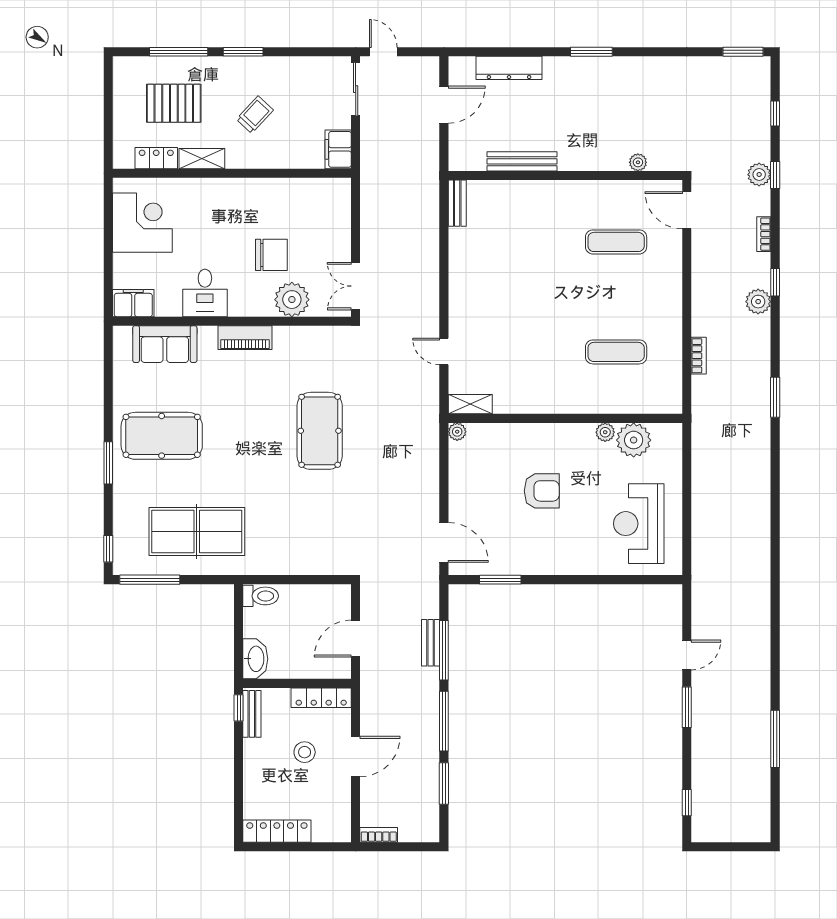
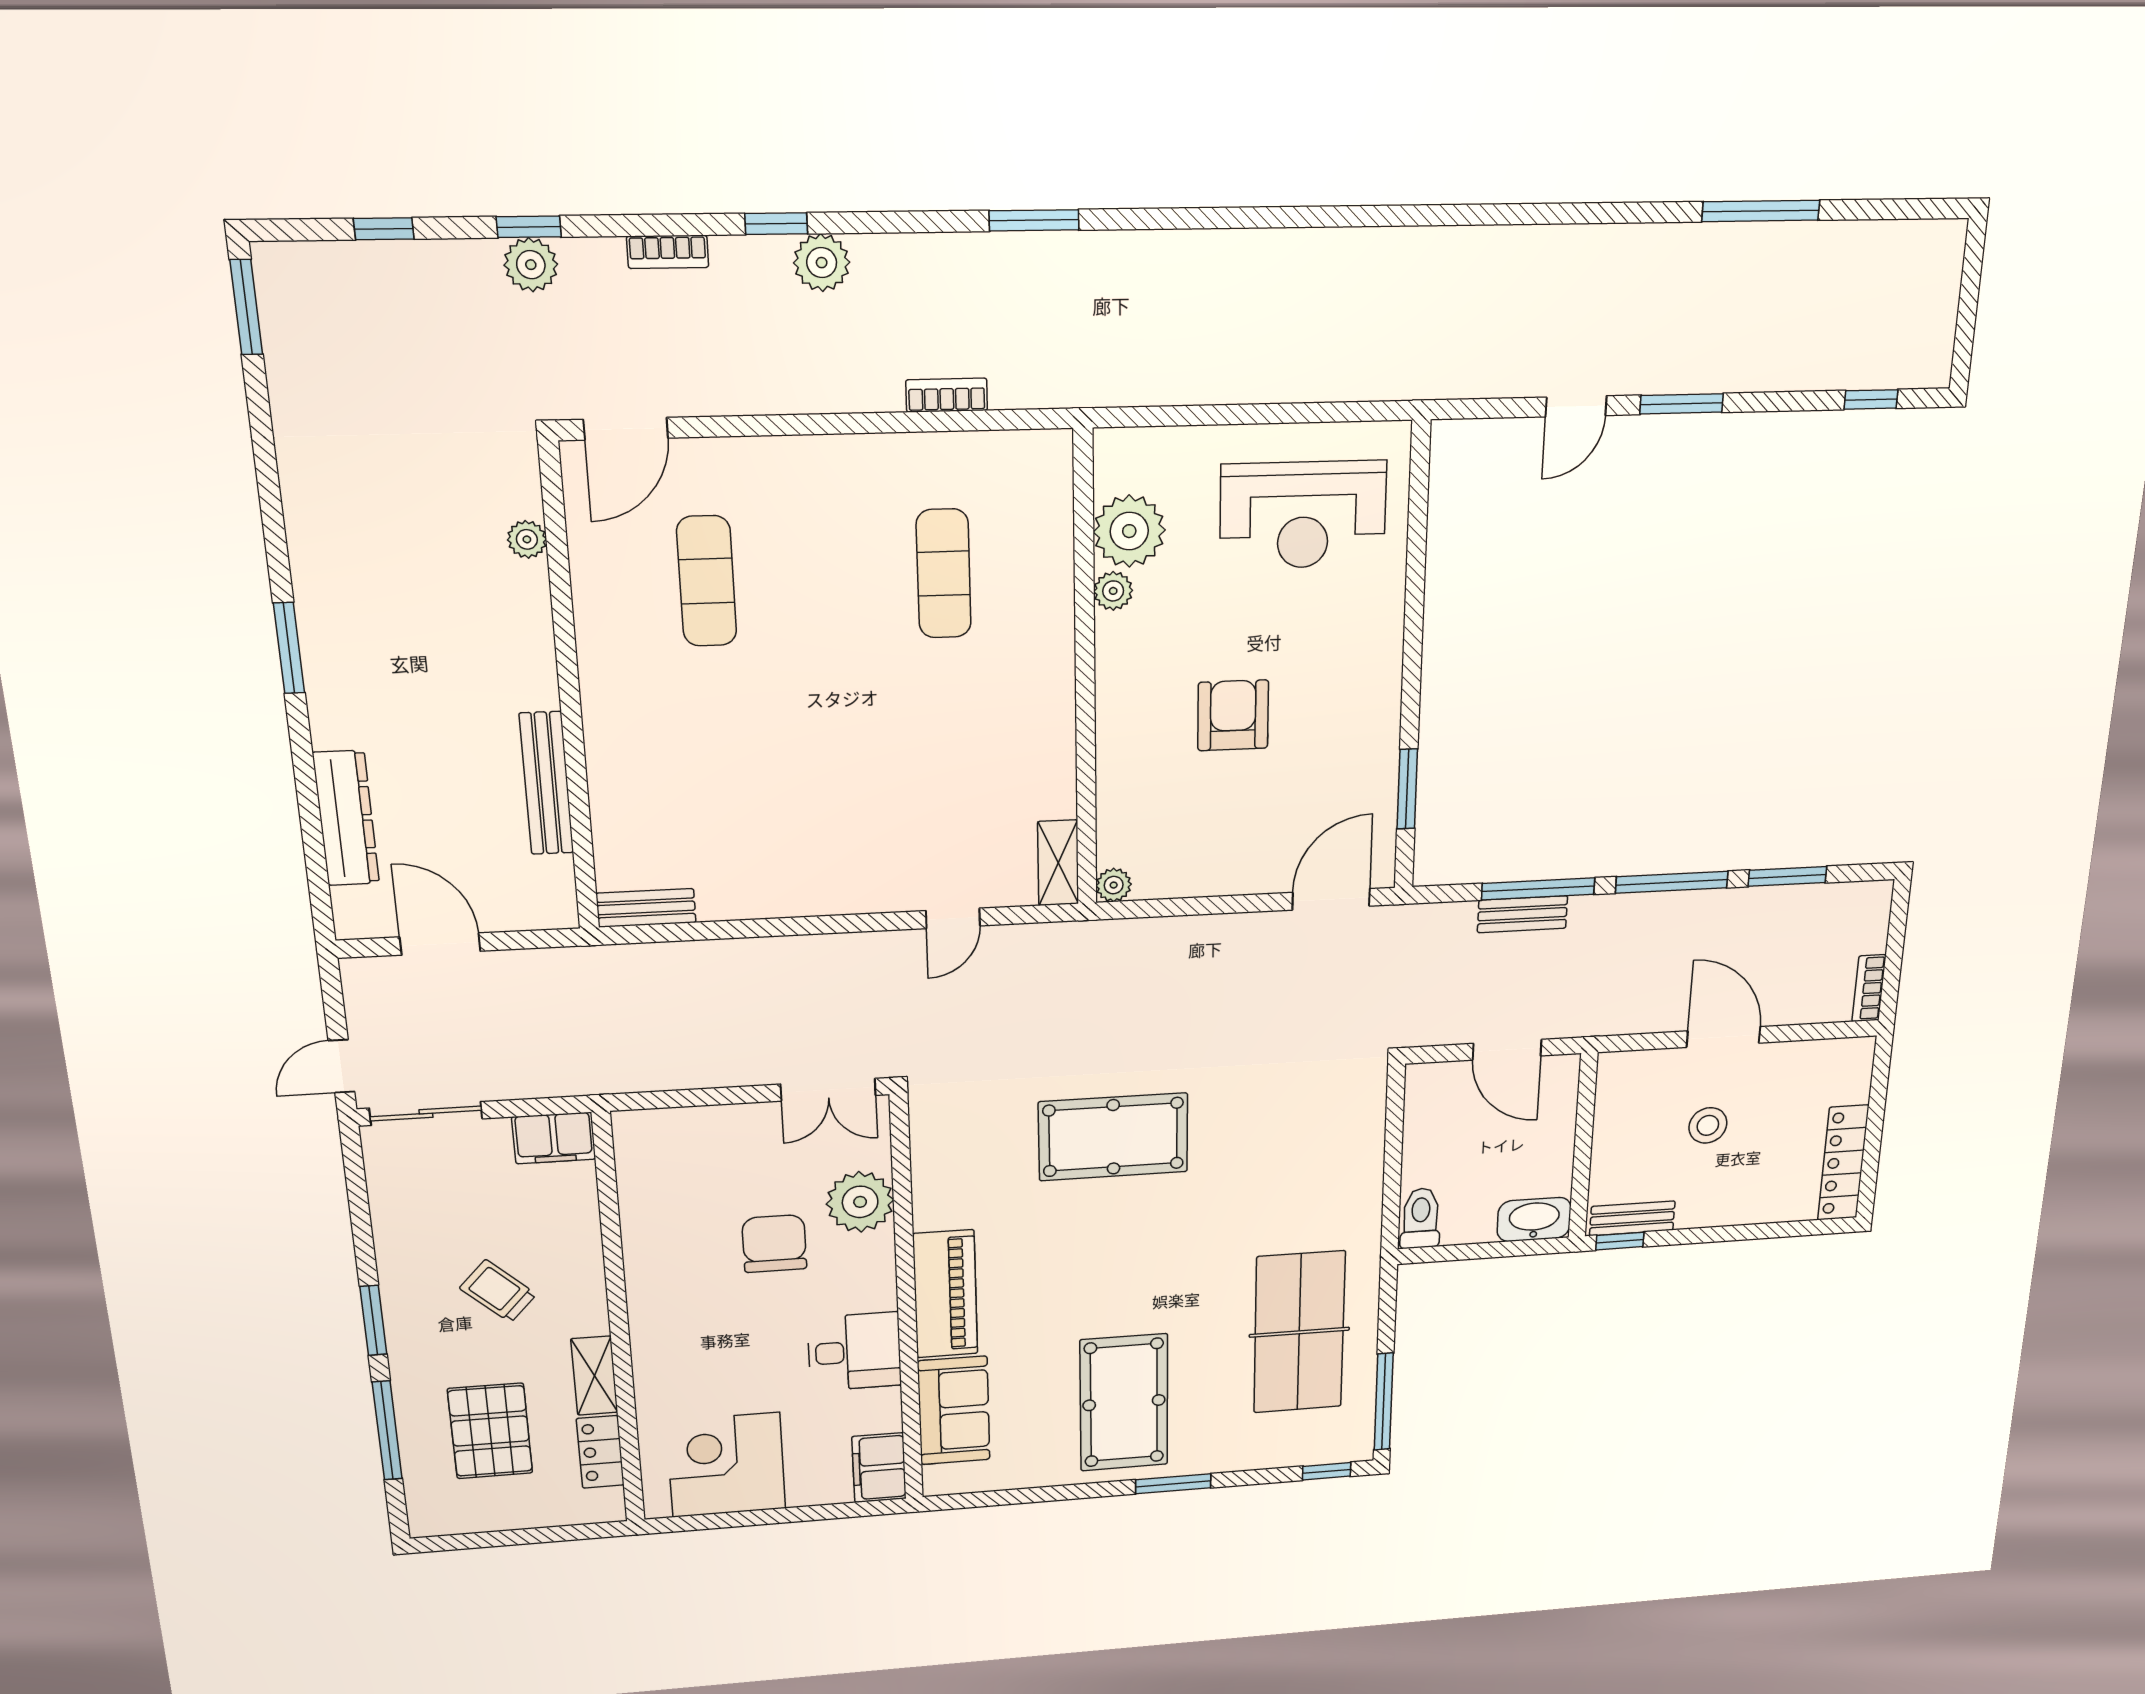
piano: (245, 338) -> (945, 1294), width x1.37, depth x1.33
door: (687, 655) -> (1576, 406), swing flipped
locker: (321, 698) -> (1612, 1103), removed

